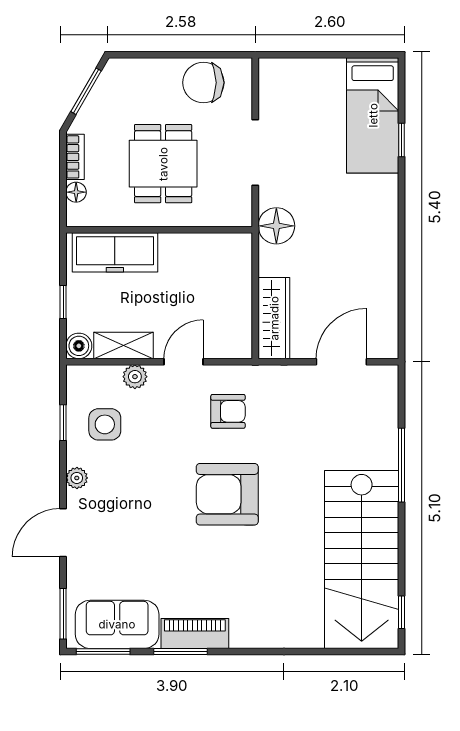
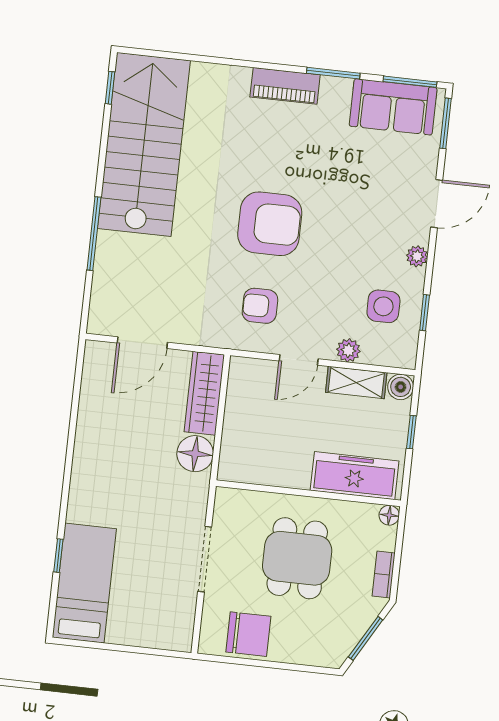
floor lamp: (76, 192) -> (389, 515), moved
floor lamp: (276, 226) -> (195, 454), moved
piano: (195, 633) -> (285, 86), moved

